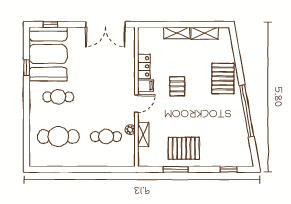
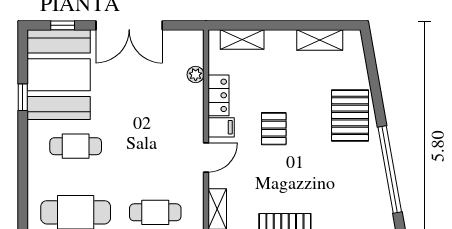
double door: (105, 24) -> (129, 25), moved
shelving: (177, 33) -> (242, 39), moved
plant: (130, 130) -> (196, 75), moved

